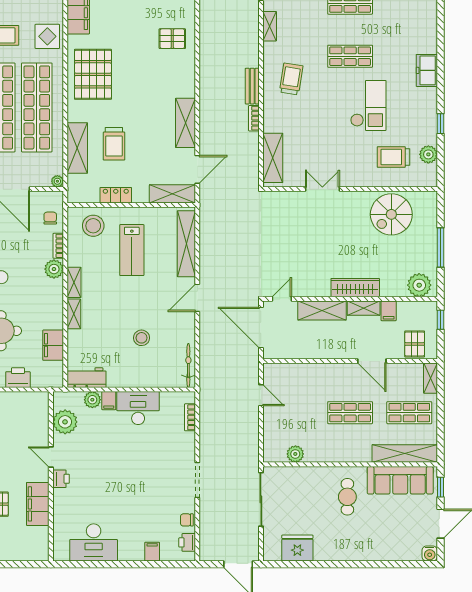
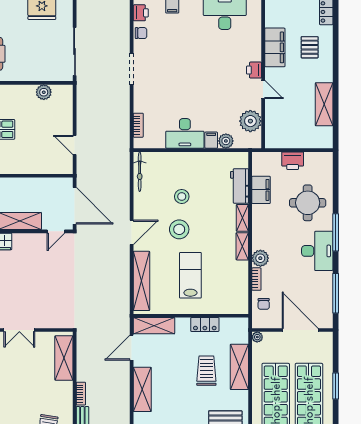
stool: (93, 226) -> (179, 229), moved
workbench: (86, 378) -> (240, 186), moved, turned 90

